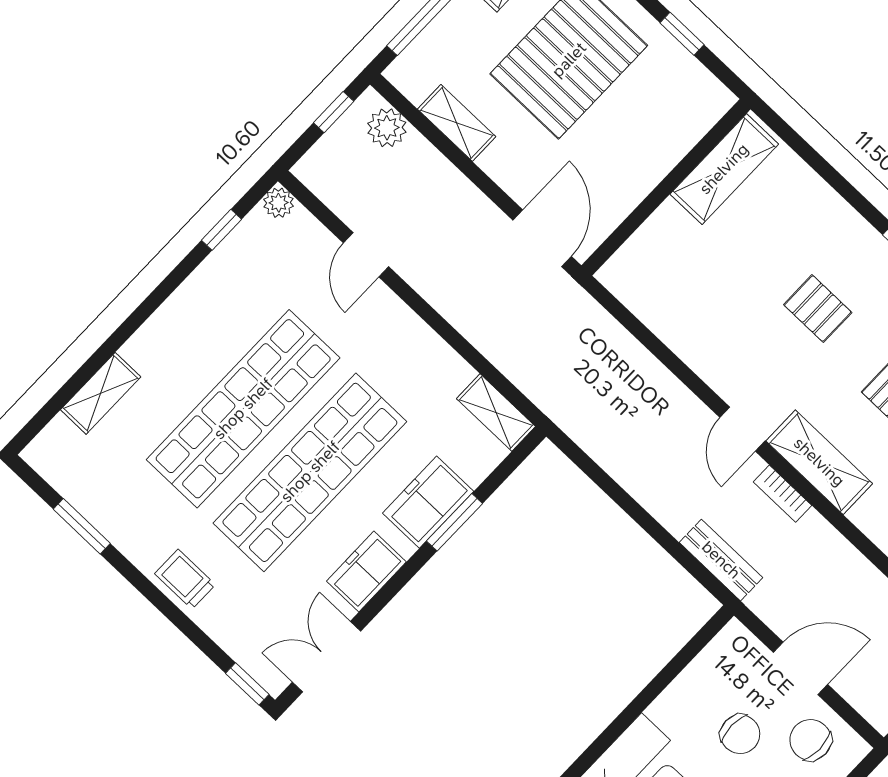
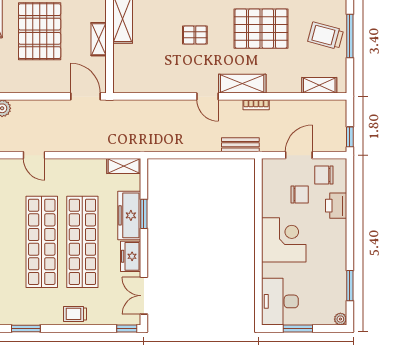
shelving: (457, 123) -> (99, 39), moved, turned 90
bookcase: (782, 494) -> (256, 105), moved
freezer: (428, 502) -> (129, 215), width x1.40

